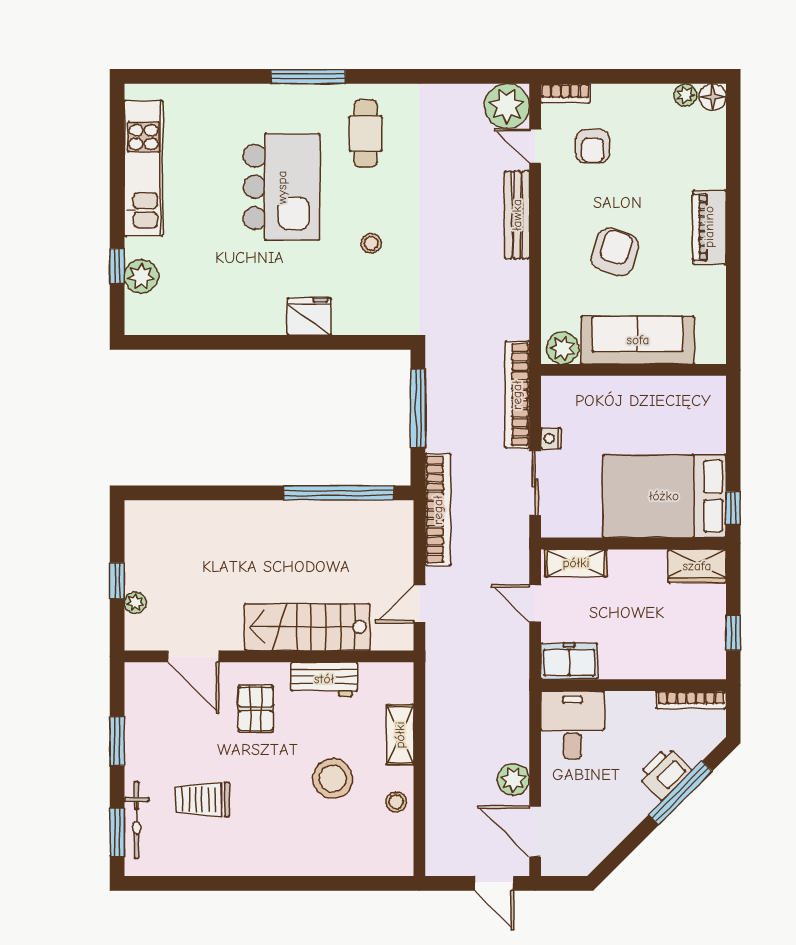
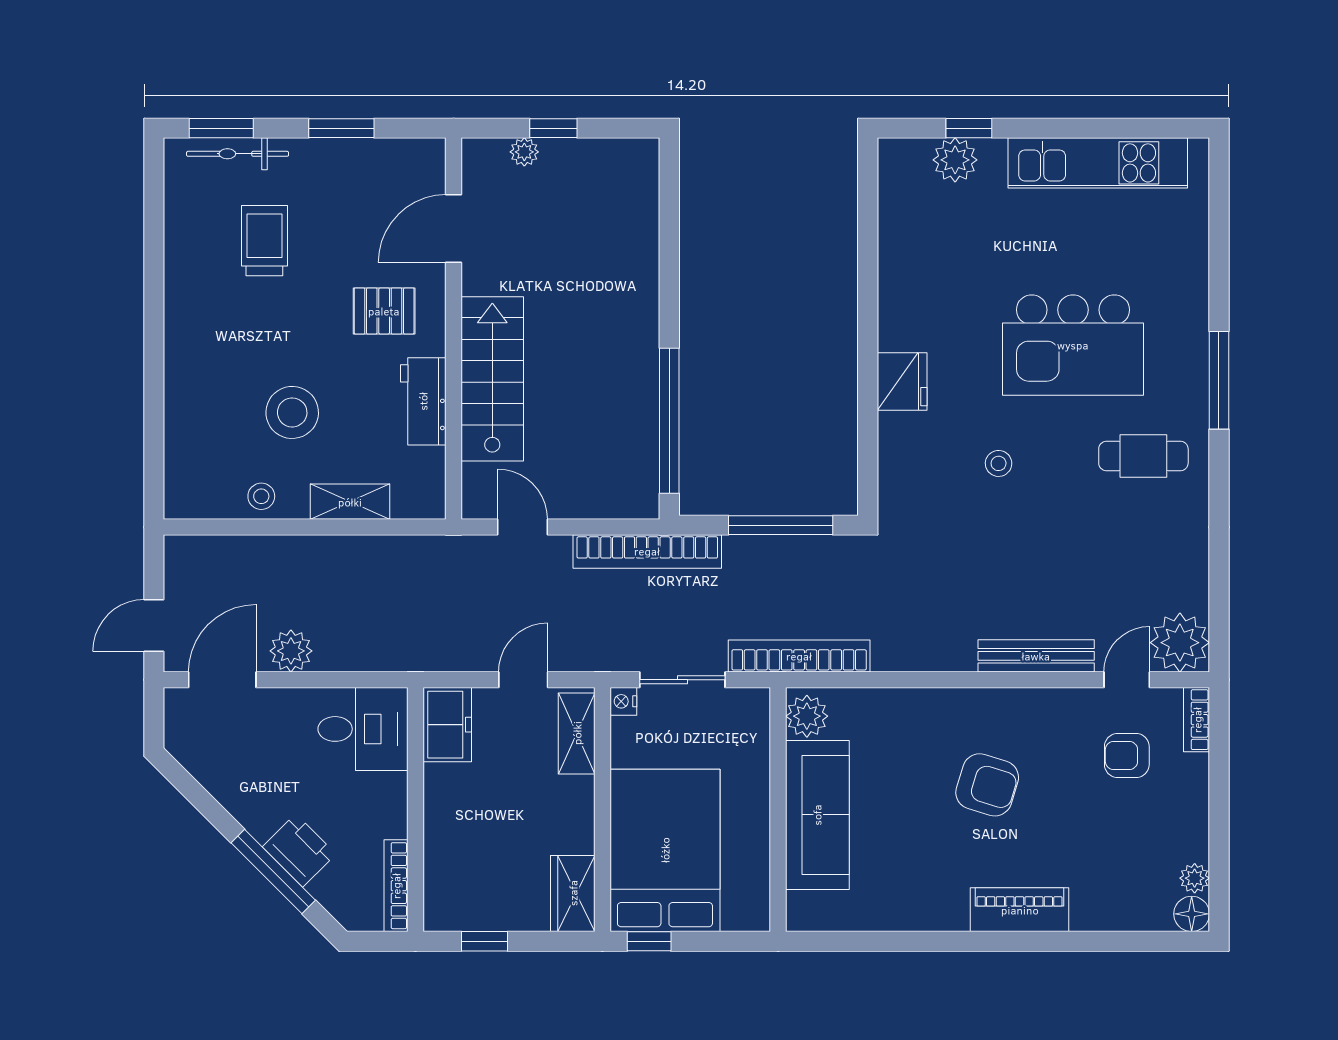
sofa: (638, 340) -> (817, 815), moved
plant: (563, 348) -> (807, 716), moved
wall: (633, 370) -> (778, 810), moved
nightstand: (551, 438) -> (623, 701), moved, turned -90

